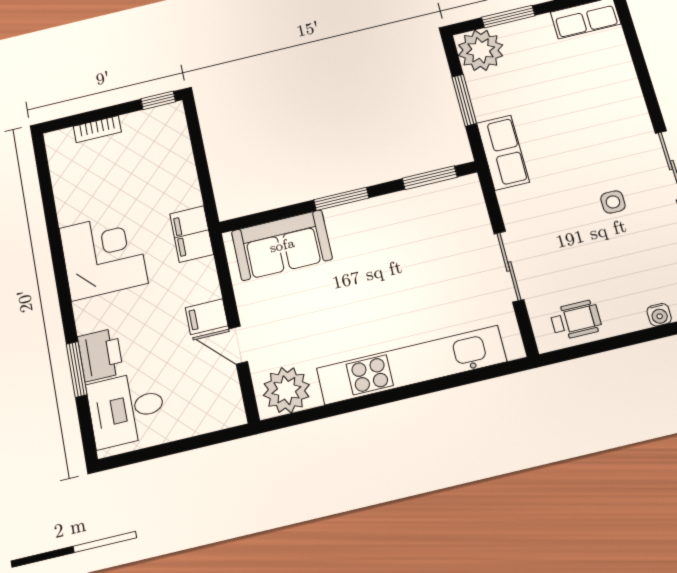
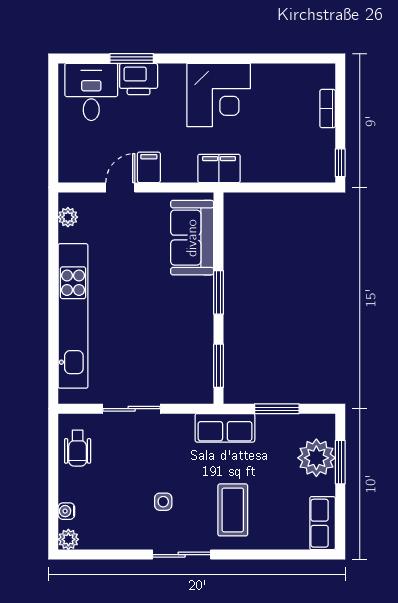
plant: (481, 50) -> (316, 458), moved
coffee table: (599, 120) -> (233, 510), added
plant: (286, 390) -> (68, 217), width x0.53, depth x0.53

